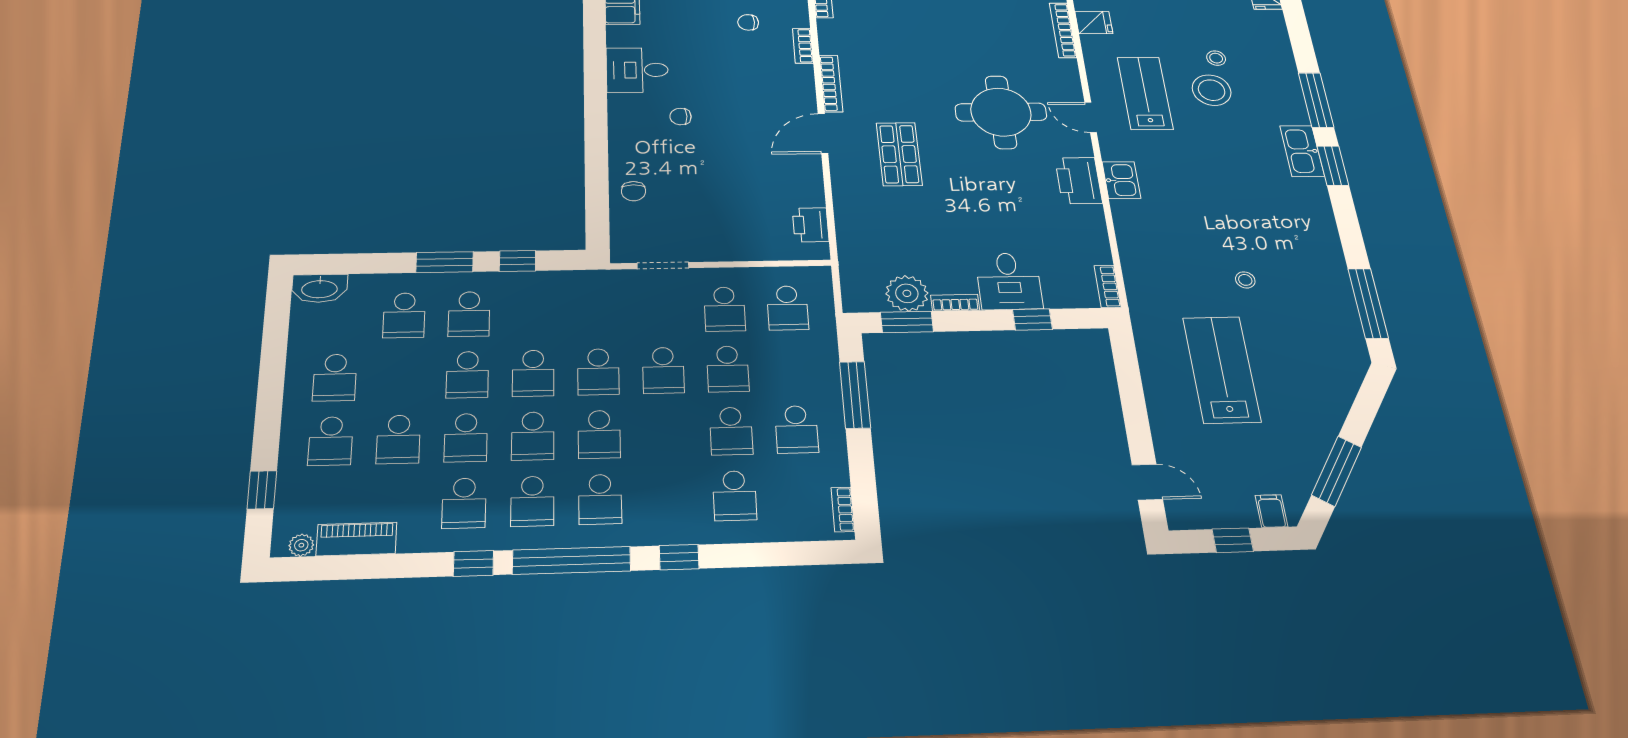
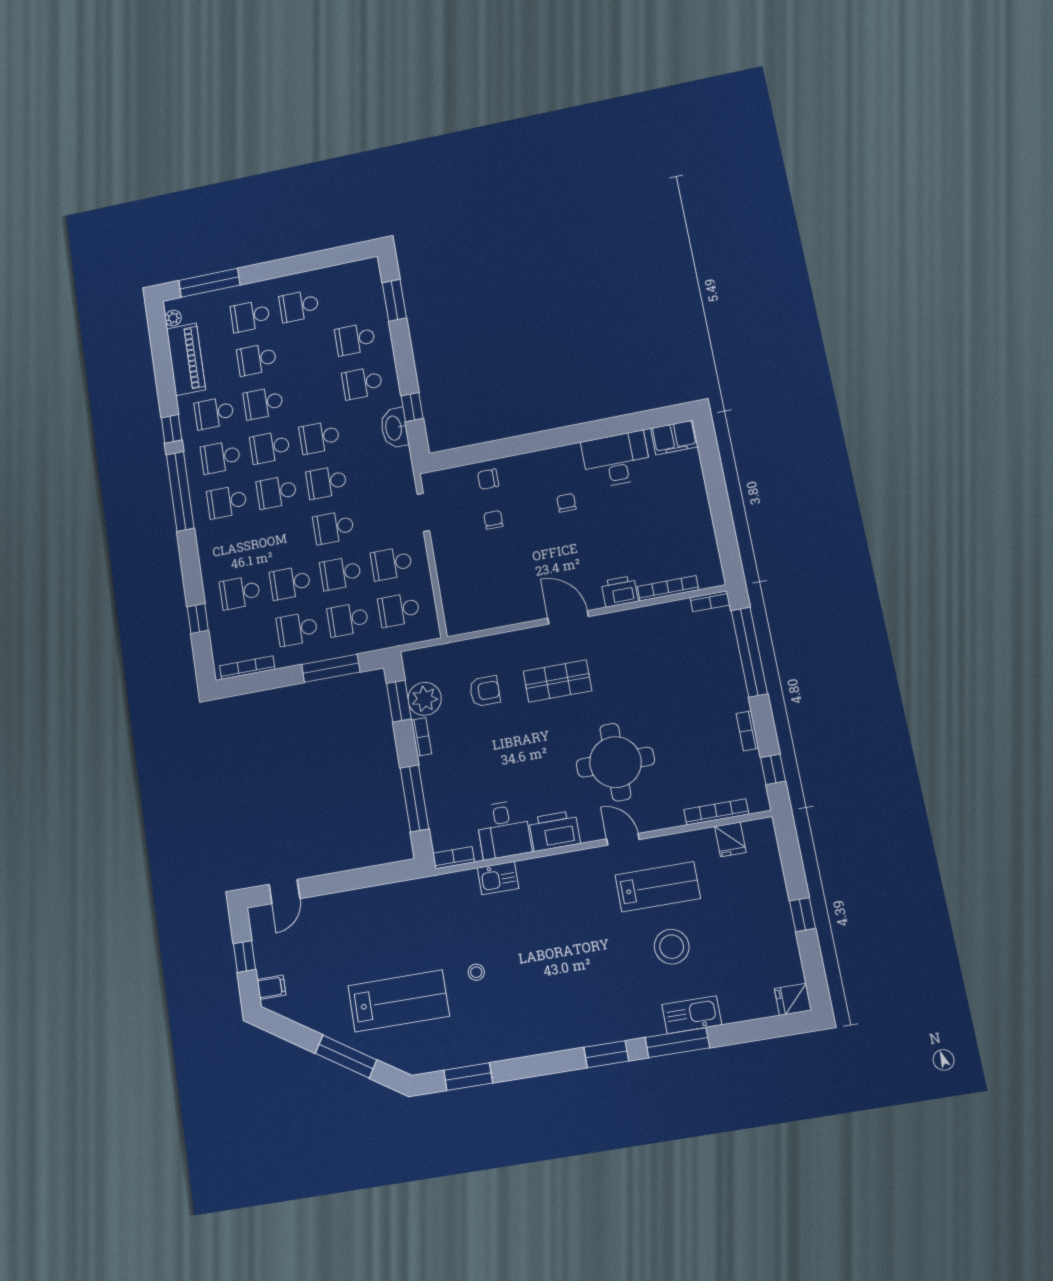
chair: (748, 22) -> (493, 520), moved
bookcase: (803, 46) -> (668, 588), width x1.56
stool: (1216, 58) -> (709, 951), removed
desk: (637, 70) -> (616, 460), width x1.37
bookcase: (831, 84) -> (621, 618), removed
door: (1091, 117) -> (623, 839), hinge flipped
kitchen sink: (1302, 151) -> (692, 1015), moved
kitchen sink: (1121, 180) -> (498, 878), moved
printer: (811, 225) -> (620, 591), moved
armchair: (904, 228) -> (485, 691), added
window: (445, 262) -> (394, 300), moved
desk: (1009, 281) -> (504, 830), moved, turned -90
washbasin: (320, 288) -> (394, 428), moved
window: (1368, 303) -> (468, 1077), width x0.69
window: (1032, 319) -> (414, 798), width x2.17
lab bench: (1222, 369) -> (399, 1001), moved
school desk: (467, 375) -> (348, 619), moved
window: (1337, 471) -> (346, 1057), moved
window: (262, 490) -> (209, 283), width x2.17
bookcase: (843, 509) -> (247, 667), width x1.56
piano: (357, 539) -> (186, 359), width x1.37, depth x1.33
window: (679, 557) -> (198, 619), moved

